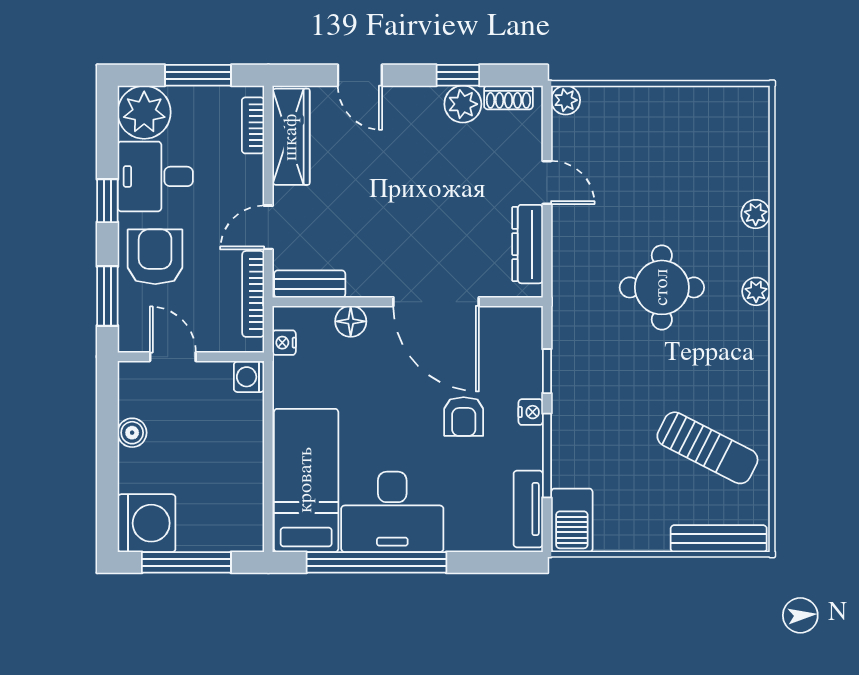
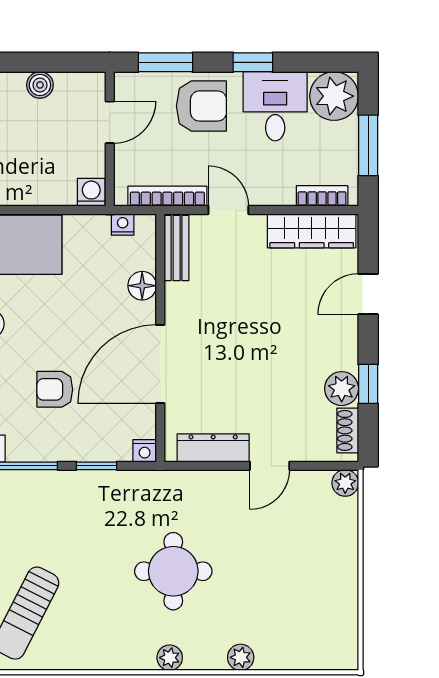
nightstand: (531, 412) -> (145, 451), moved

